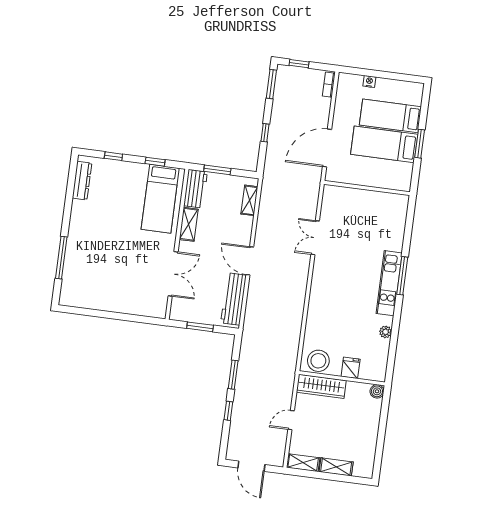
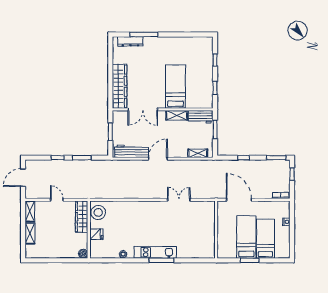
dresser: (82, 181) -> (130, 41), moved
bed: (160, 199) -> (176, 87), moved, turned 90
wardrobe: (134, 304) -> (120, 86), added

